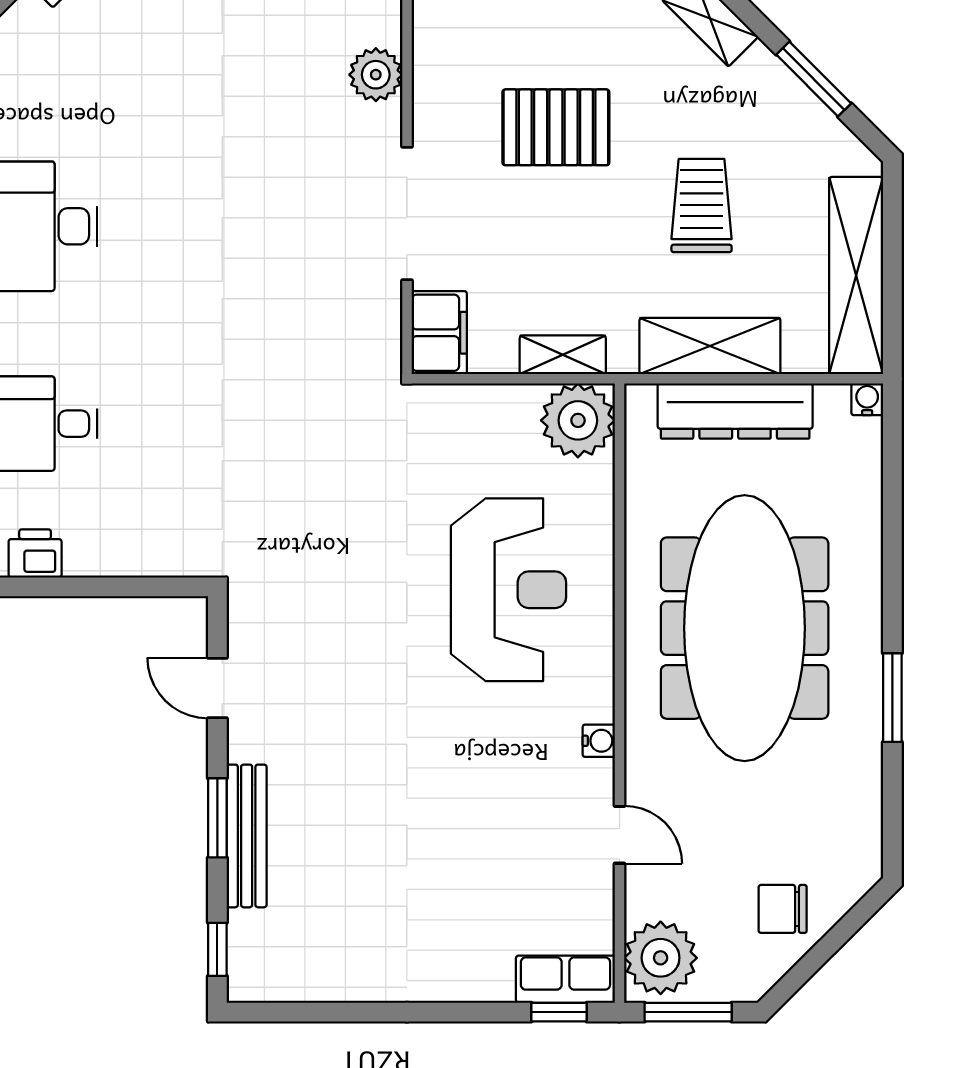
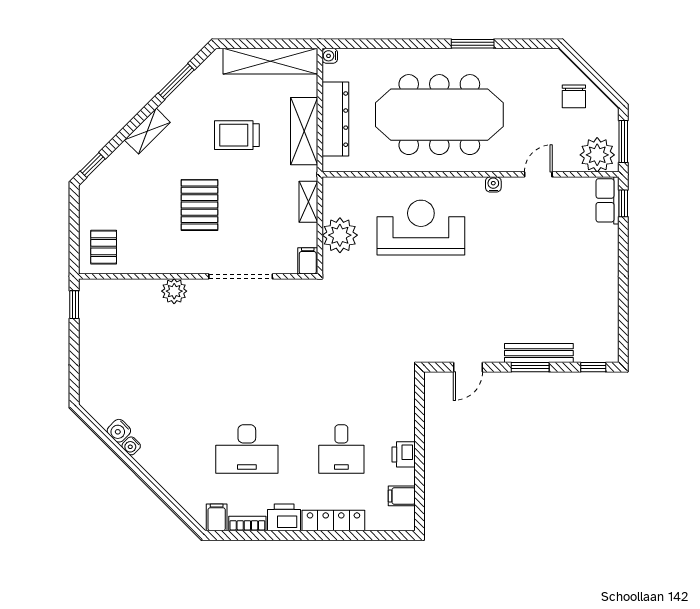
filing cabinet: (439, 333) -> (308, 261), width x0.50
plant: (578, 420) -> (340, 235), moved

